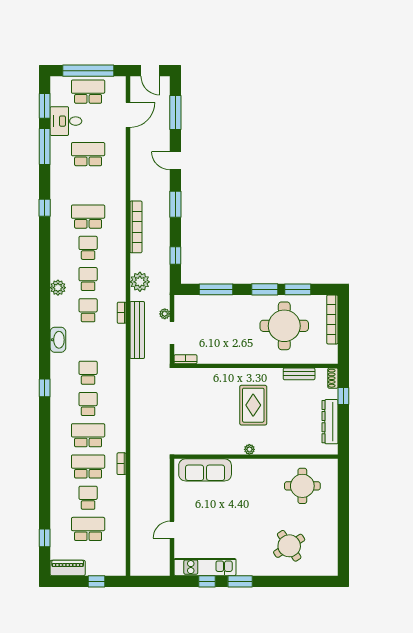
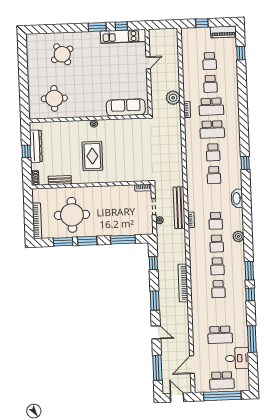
window: (45, 106) -> (249, 271), moved
school desk: (88, 217) -> (218, 289), width x0.54
plant: (140, 282) -> (173, 98), moved
window: (343, 396) -> (26, 151), moved
school desk: (88, 529) -> (210, 61), width x0.54

